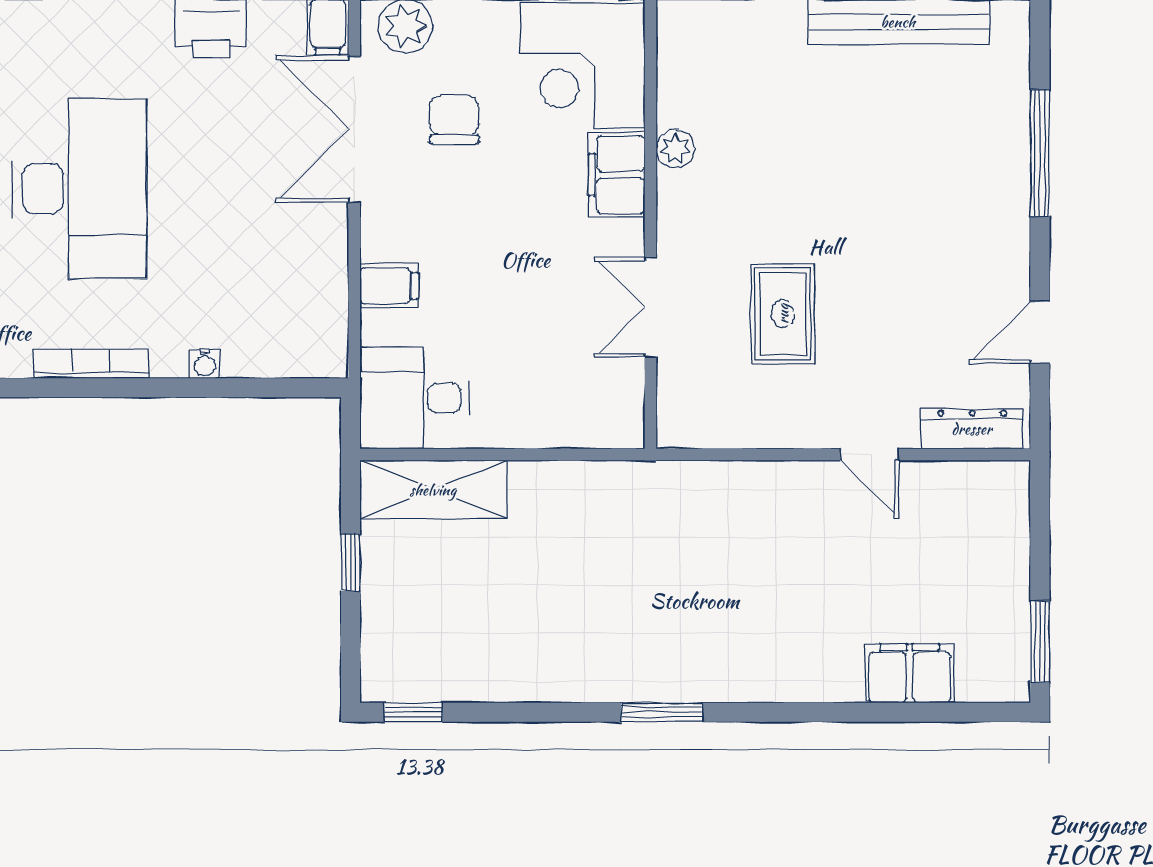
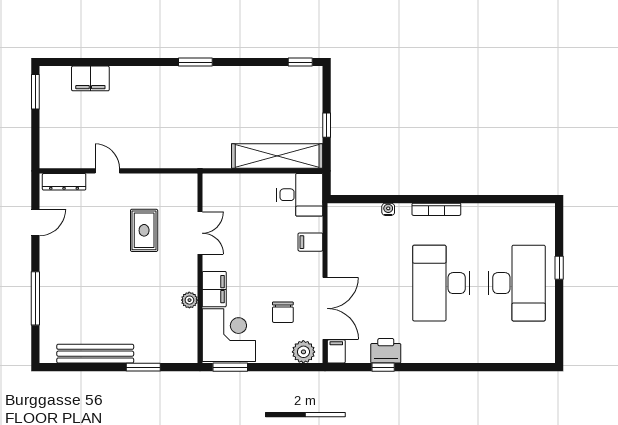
shelving: (433, 490) -> (277, 156), width x1.47

